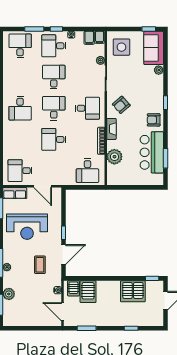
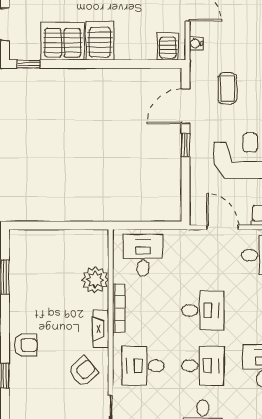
desk: (54, 108) -> (203, 366), turned -90
bar counter: (152, 152) -> (29, 287), removed
server rack: (88, 292) -> (100, 41), moved

